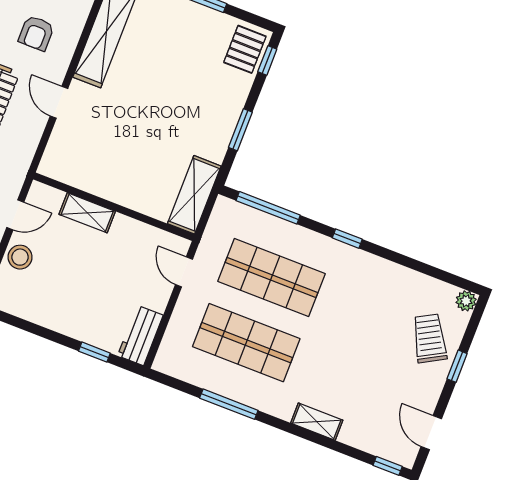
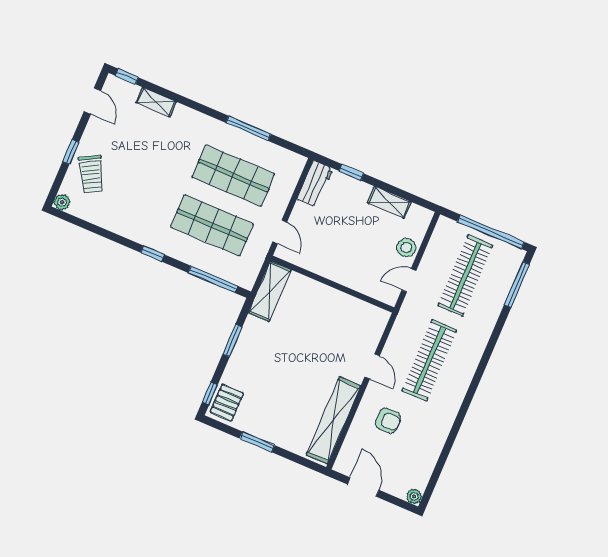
armchair: (36, 33) -> (388, 421), turned 90
shelving: (87, 213) -> (389, 202), moved
shelving: (317, 422) -> (156, 102), moved

